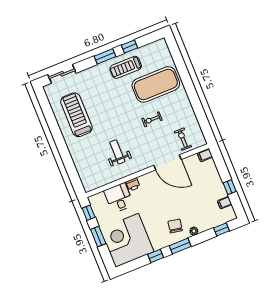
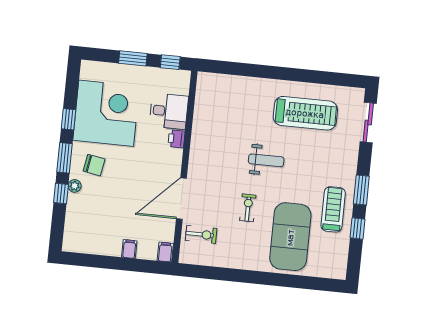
weight bench: (117, 152) -> (266, 160), moved
window: (230, 187) -> (107, 262), removed
filing cabinet: (225, 203) -> (129, 249), moved
window: (221, 229) -> (61, 193), moved
corner desk: (127, 240) -> (106, 113), moved

